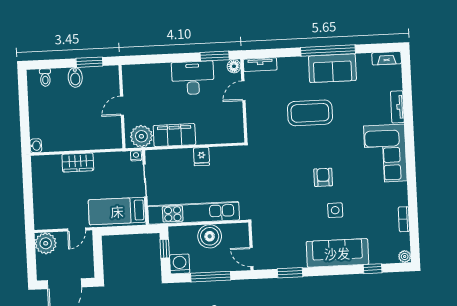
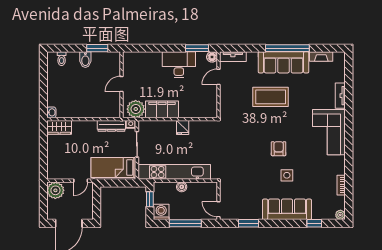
fireplace: (387, 58) -> (321, 57), moved
sofa: (332, 68) -> (283, 62), width x1.36
dresser: (112, 159) -> (111, 126), added
wardrobe: (78, 162) -> (59, 127), moved
boiler: (210, 236) -> (182, 187), width x0.54, depth x0.54

